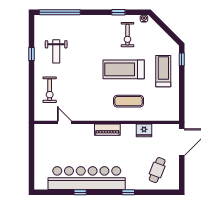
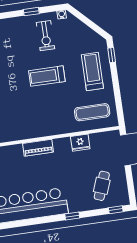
treadmill: (124, 69) -> (47, 76), width x0.73, depth x0.73
exercise mat: (129, 101) -> (92, 112), moved
window: (80, 192) -> (116, 210), moved

